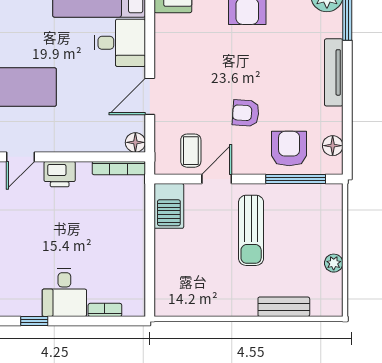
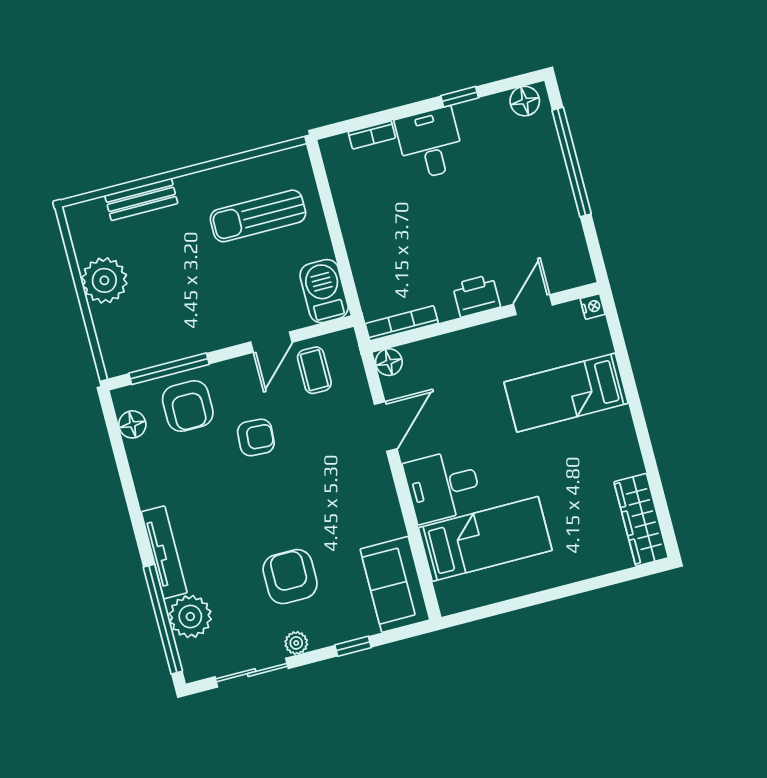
tv unit: (334, 72) -> (164, 552), moved
sun lounger: (251, 230) -> (258, 216), moved, turned -90
plant: (334, 263) -> (104, 280), width x1.88, depth x1.88

